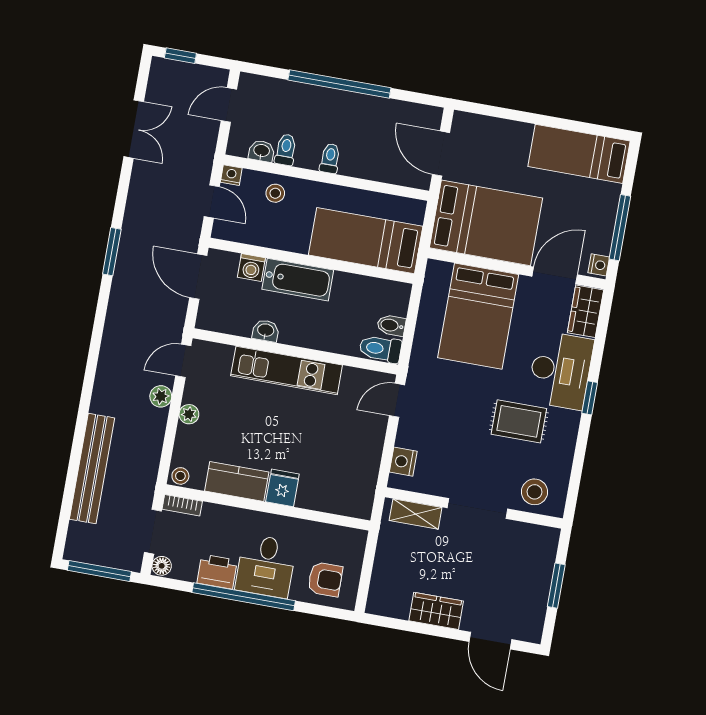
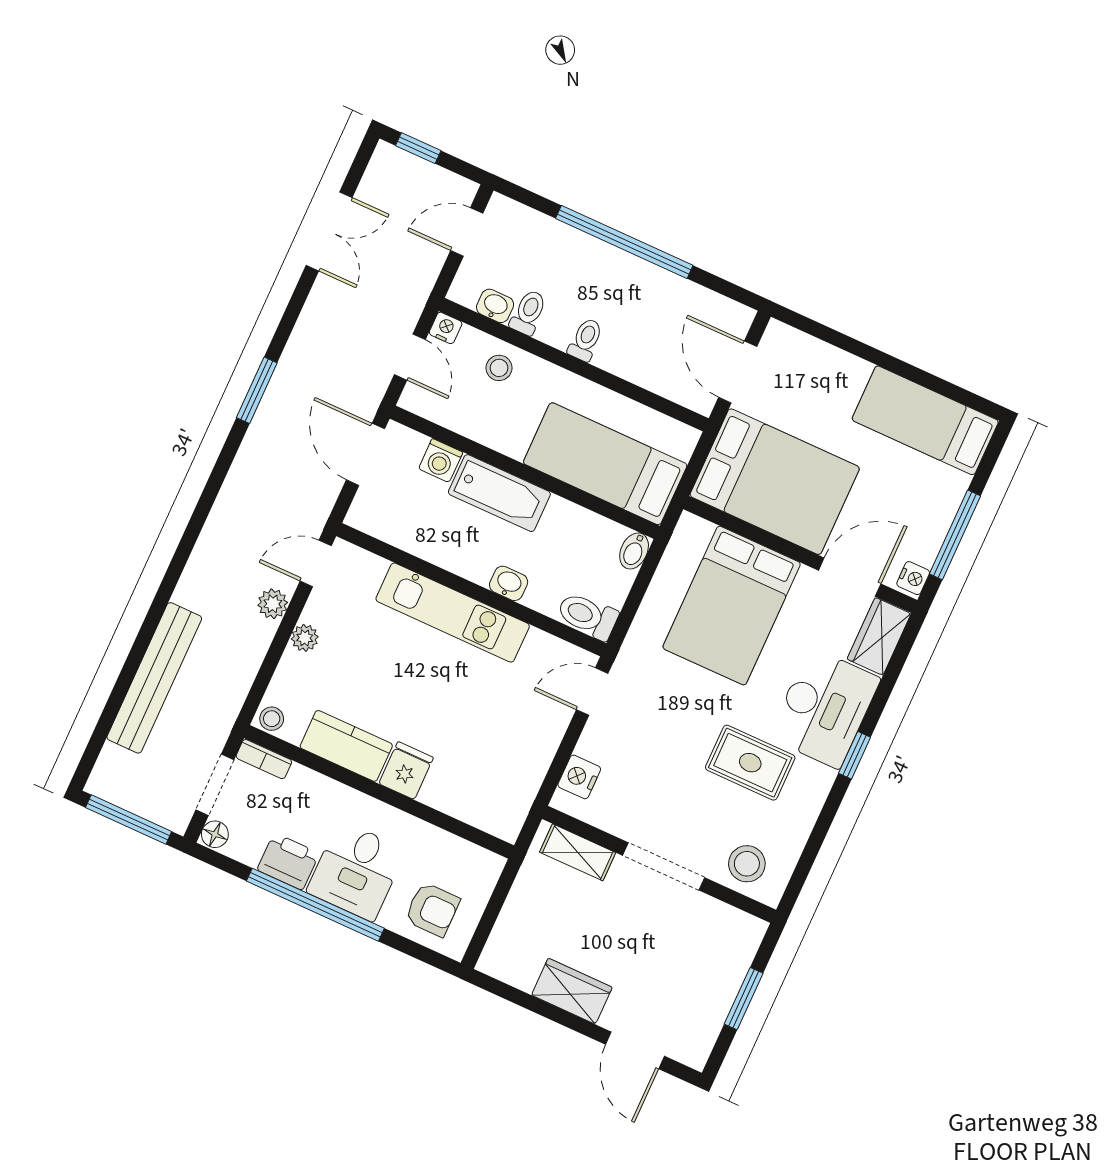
bidet: (391, 325) -> (634, 551), moved, turned -90
washbasin: (266, 331) -> (509, 583), moved

